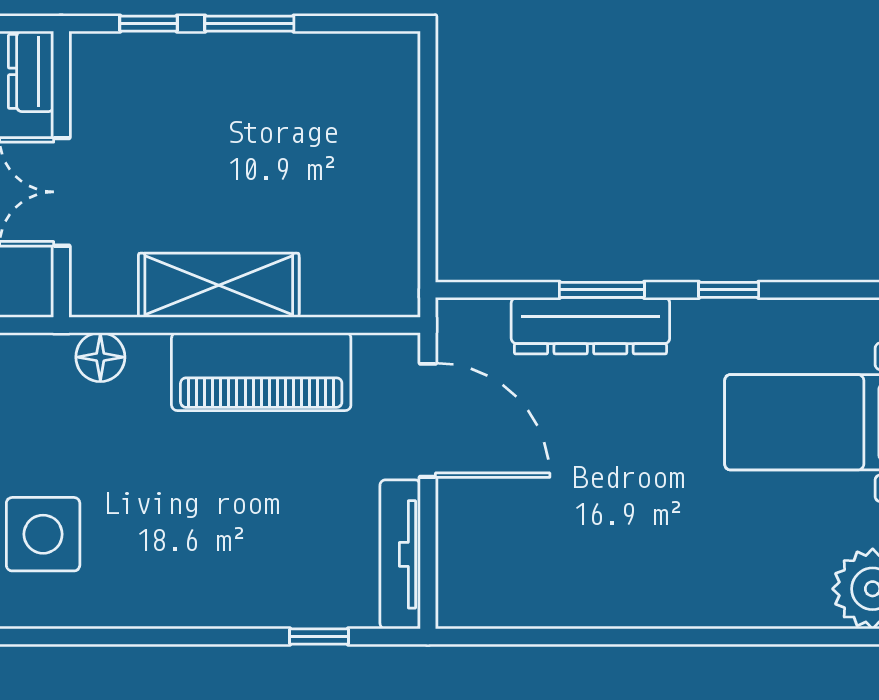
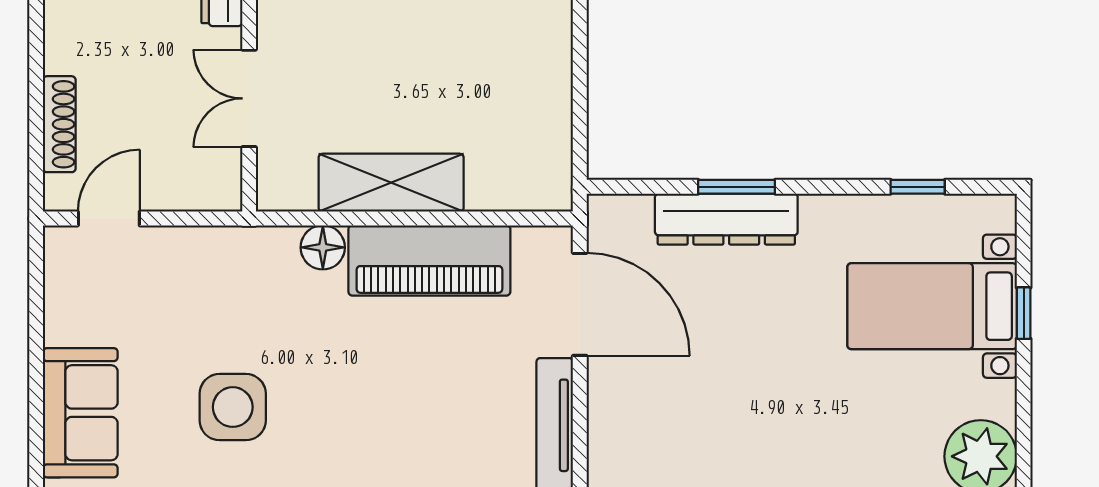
window: (729, 290) -> (918, 187), moved
floor lamp: (100, 357) -> (323, 247), moved

